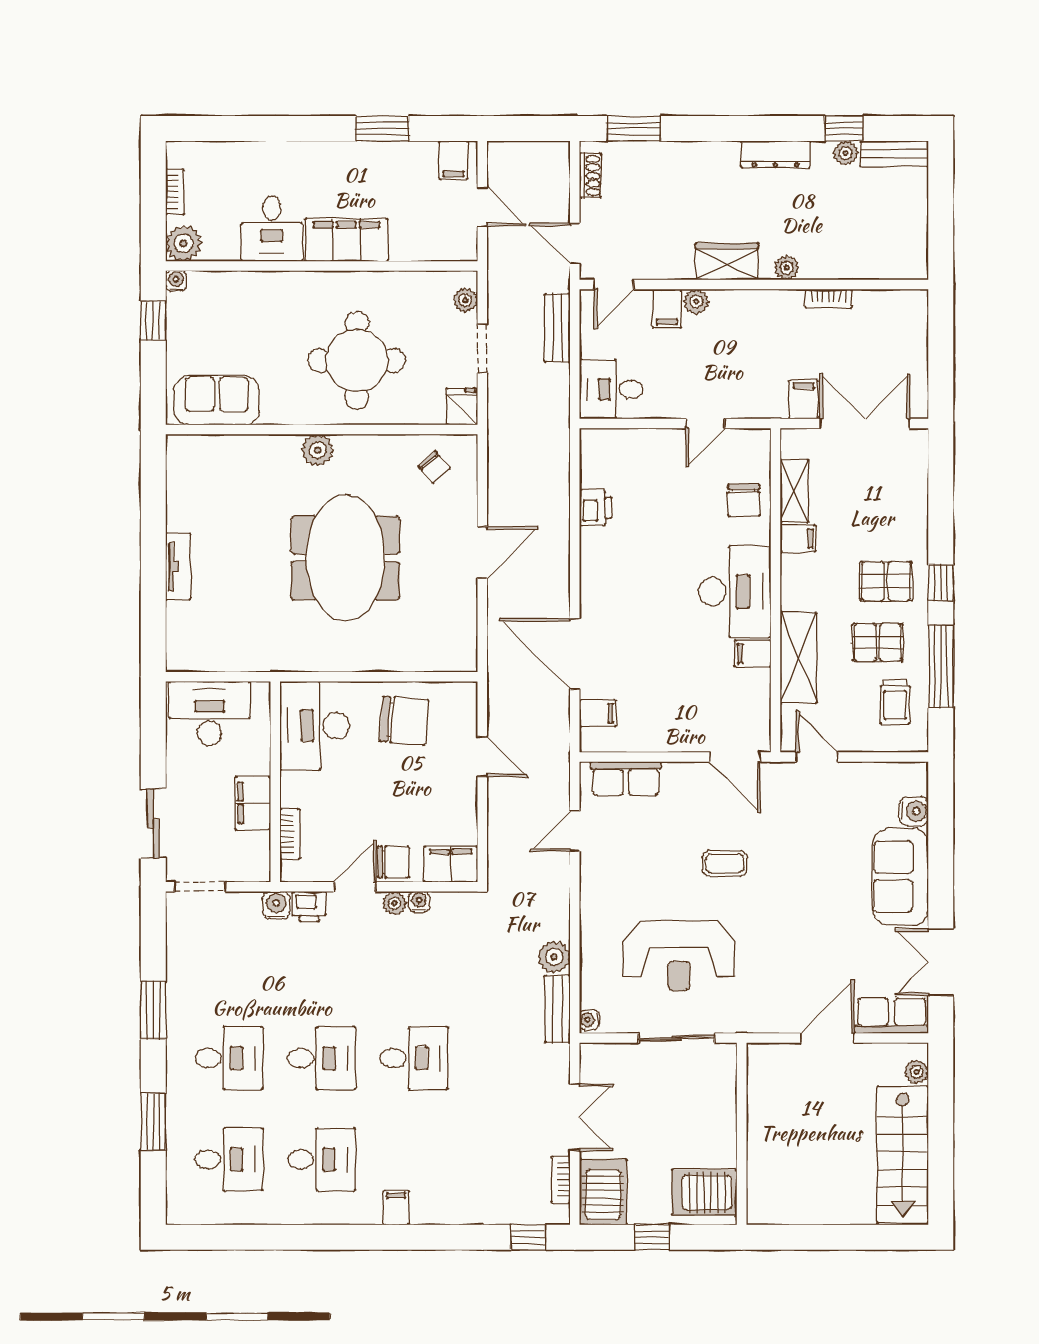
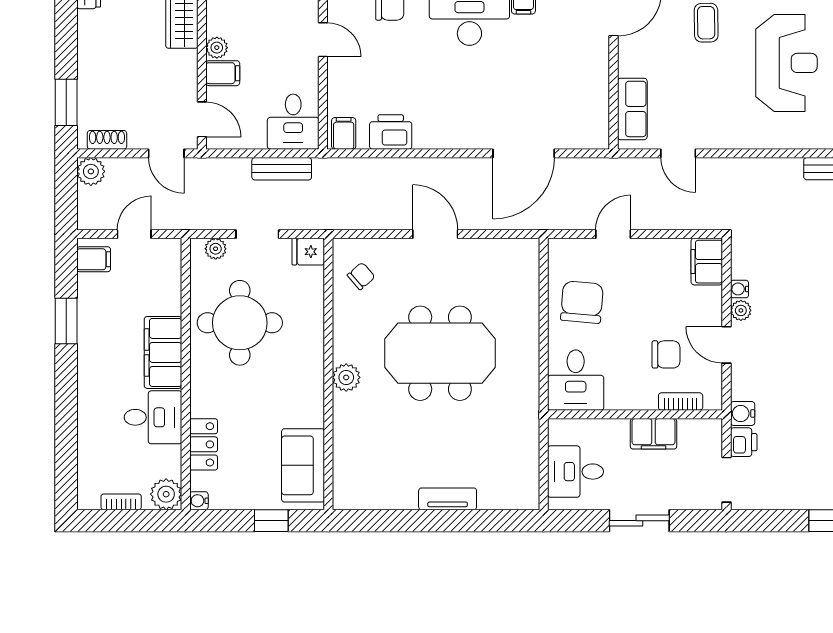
door: (575, 244) -> (166, 153), hinge flipped
locker: (241, 286) -> (204, 444), added
window: (153, 320) -> (271, 521), moved
bench: (557, 328) -> (282, 169), moved
round table: (357, 361) -> (240, 323), moved
printer: (596, 508) -> (391, 132), width x1.36, depth x1.24
desk: (210, 713) -> (575, 472), width x0.73
filing cabinet: (598, 713) -> (344, 133), moved
desk: (315, 726) -> (576, 380), width x0.73
sliding door: (153, 823) -> (639, 521), moved
chair: (393, 862) -> (666, 354), moved, turned 90
printer: (309, 906) -> (744, 442), moved
plant: (554, 957) -> (91, 171), moved

